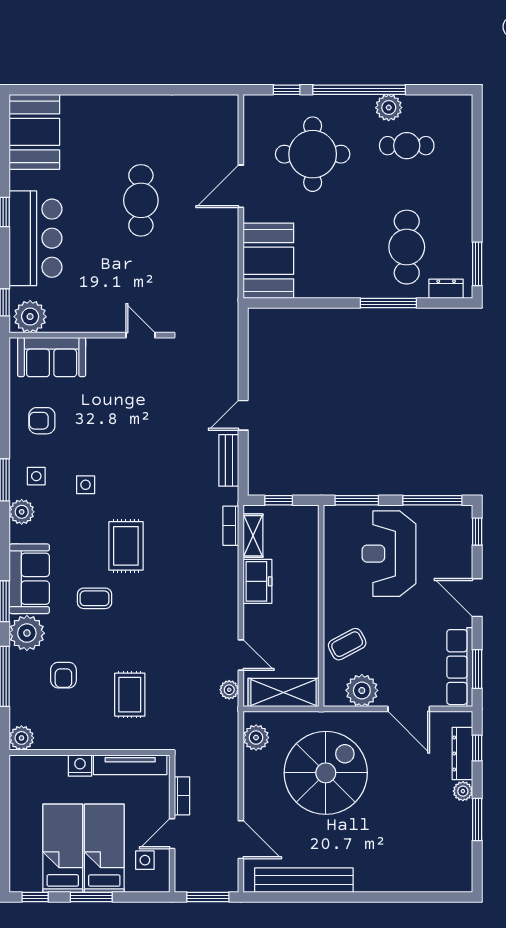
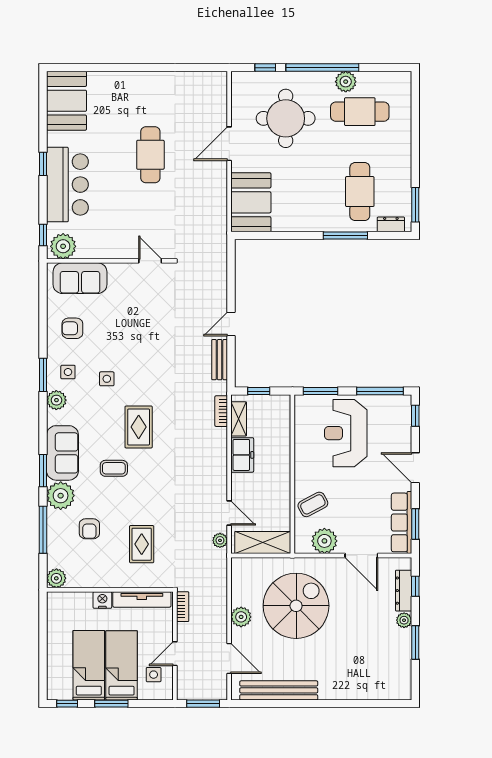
cafe table: (407, 146) -> (360, 112), width x1.37, depth x1.35
plant: (256, 738) -> (241, 617), moved
bookcase: (182, 796) -> (183, 607), moved

